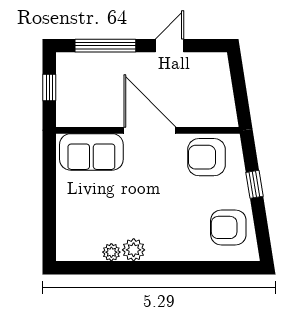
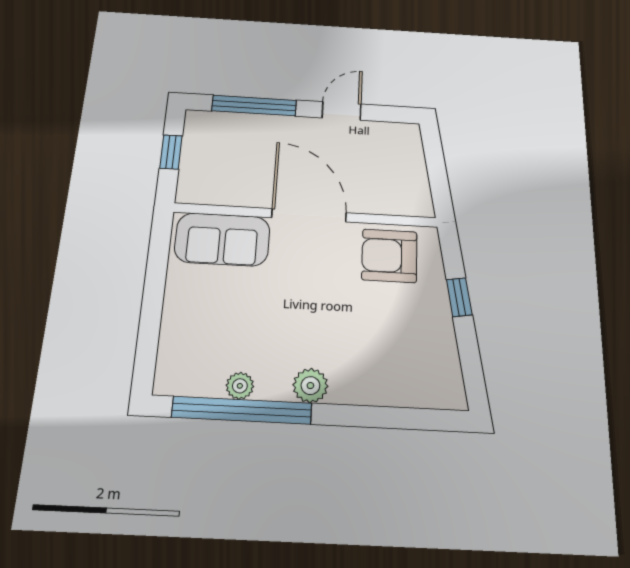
armchair: (228, 227) -> (421, 358), removed
plant: (134, 250) -> (310, 386), moved
window: (114, 268) -> (242, 410), added

